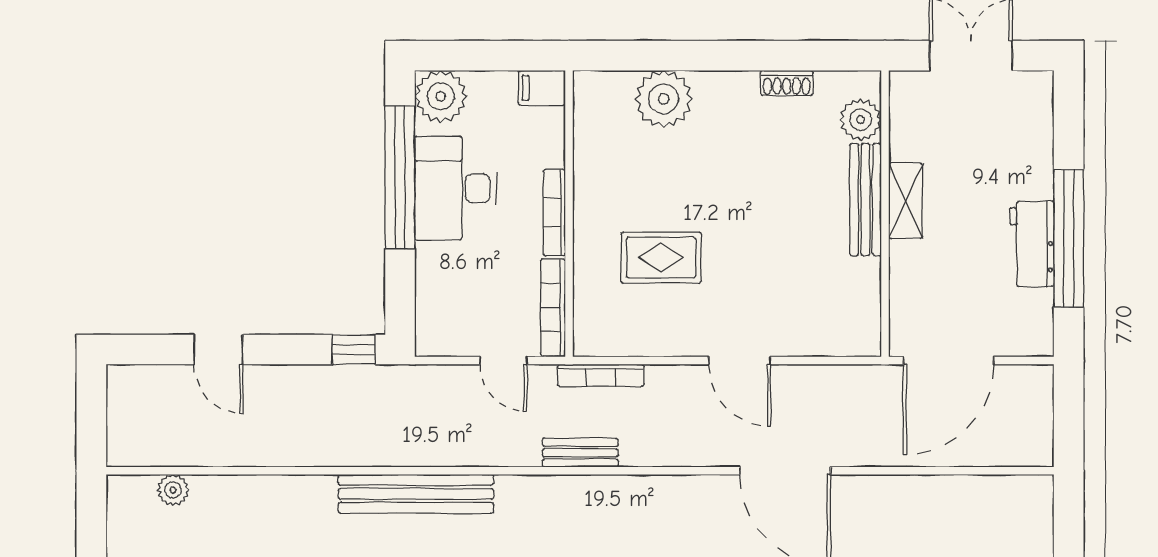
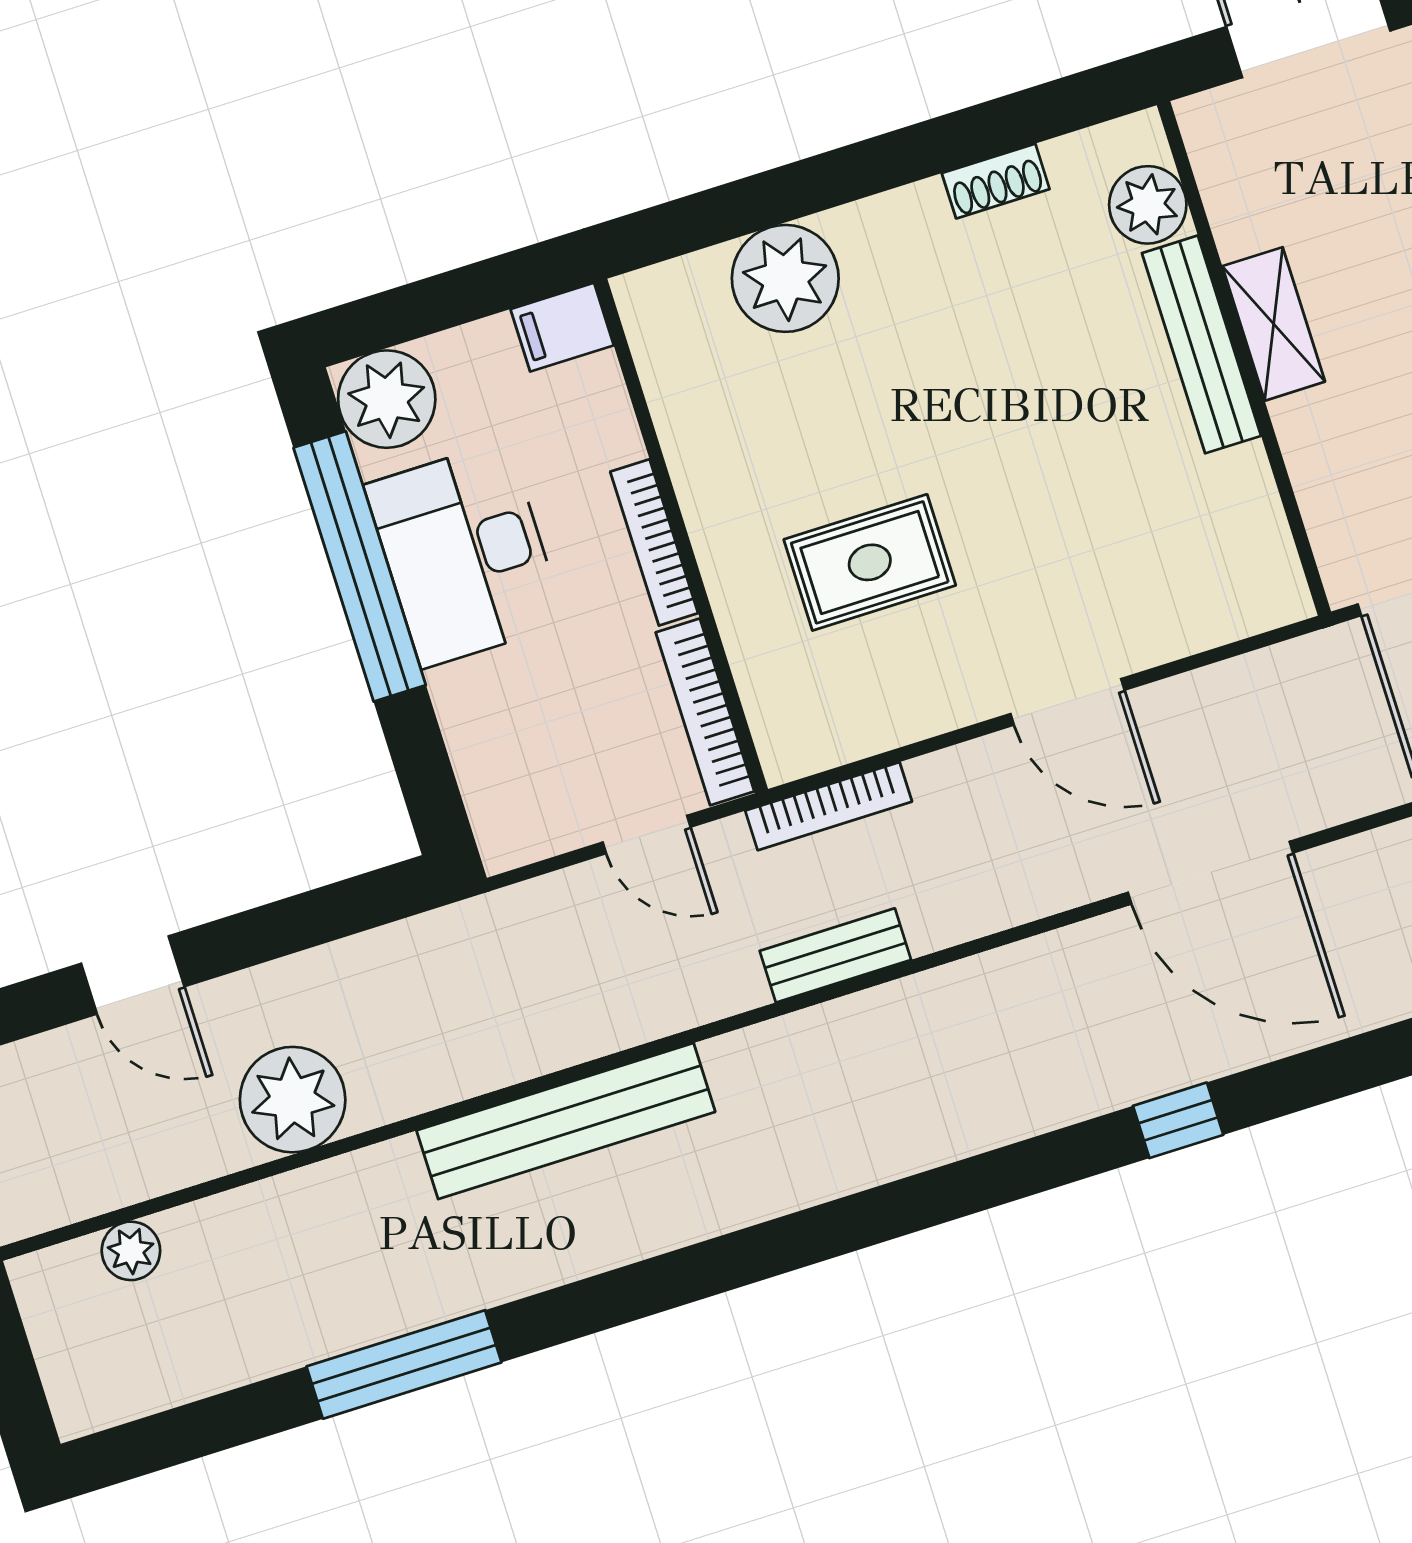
window: (354, 350) -> (374, 899), removed
plant: (280, 439) -> (293, 1100), added

